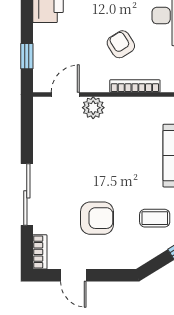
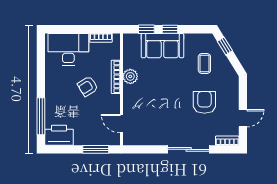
window: (27, 56) -> (96, 149), width x1.50
plant: (93, 108) -> (130, 76), moved

